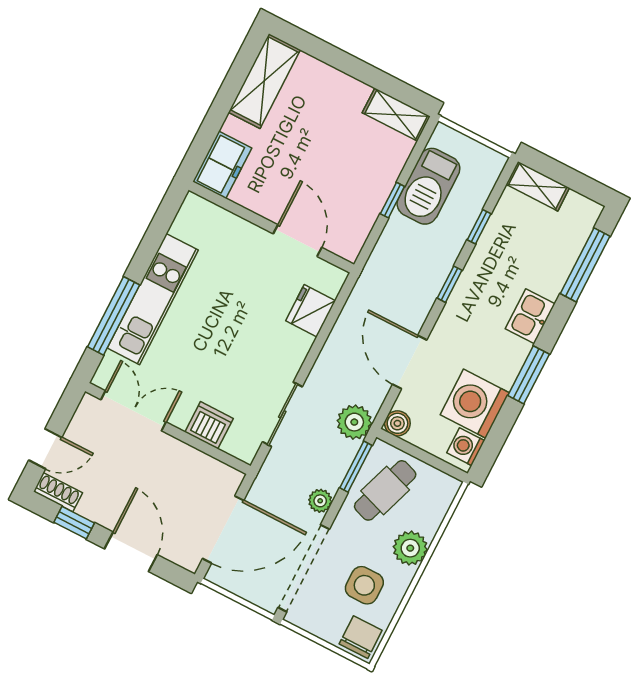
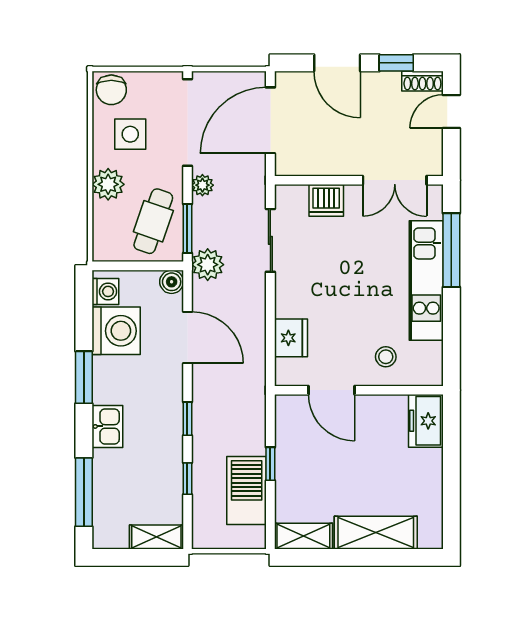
shelving: (264, 81) -> (376, 533), moved, turned 90
stool: (229, 246) -> (386, 357), added

